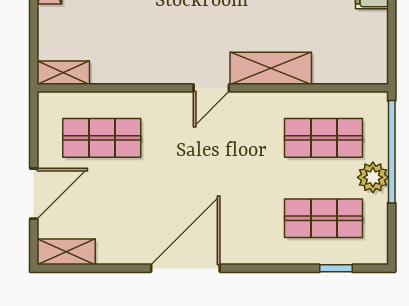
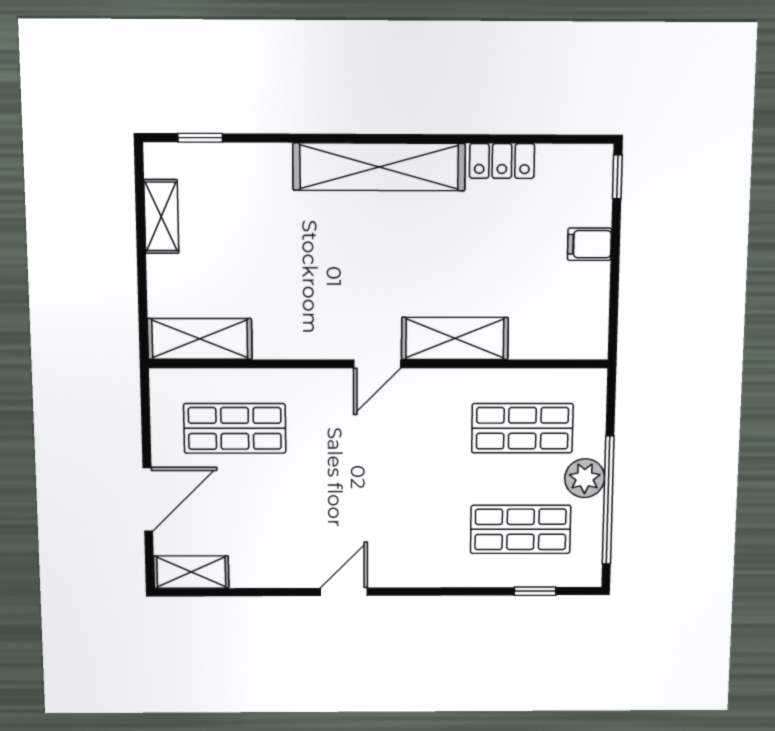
shelving: (63, 73) -> (200, 339), width x1.50, depth x1.33
window: (392, 152) -> (608, 500), moved
door: (185, 268) -> (344, 592), width x0.53

